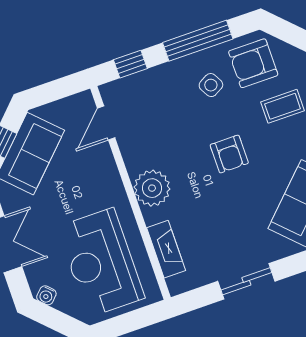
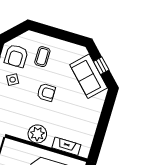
sliding door: (246, 281) -> (103, 123), removed

